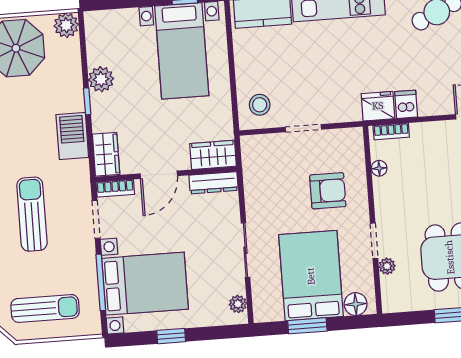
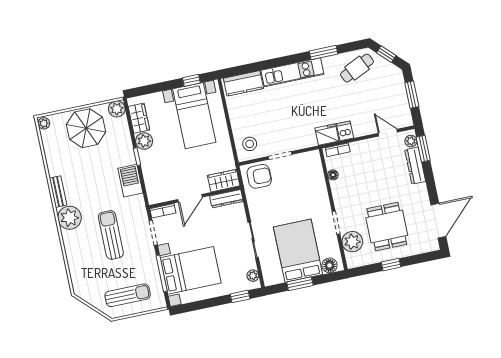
wardrobe: (106, 154) -> (139, 118), moved
armchair: (328, 191) -> (259, 176), moved
plant: (387, 266) -> (352, 242), width x1.87, depth x1.87
window: (171, 336) -> (240, 296), moved

